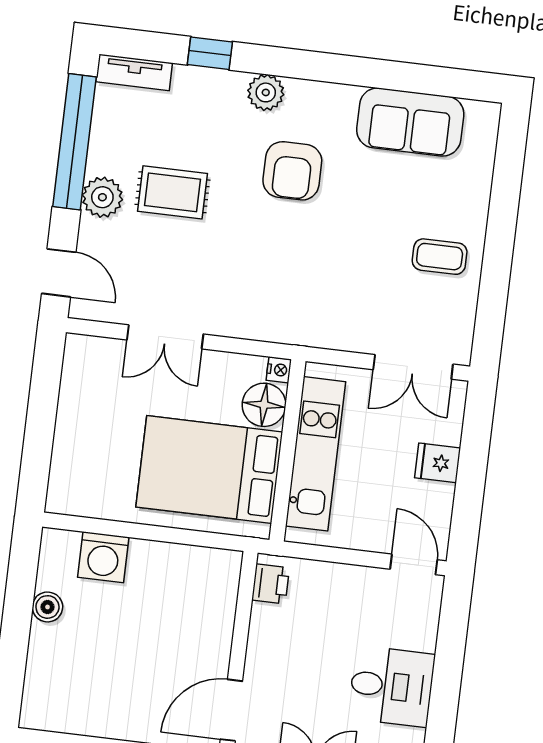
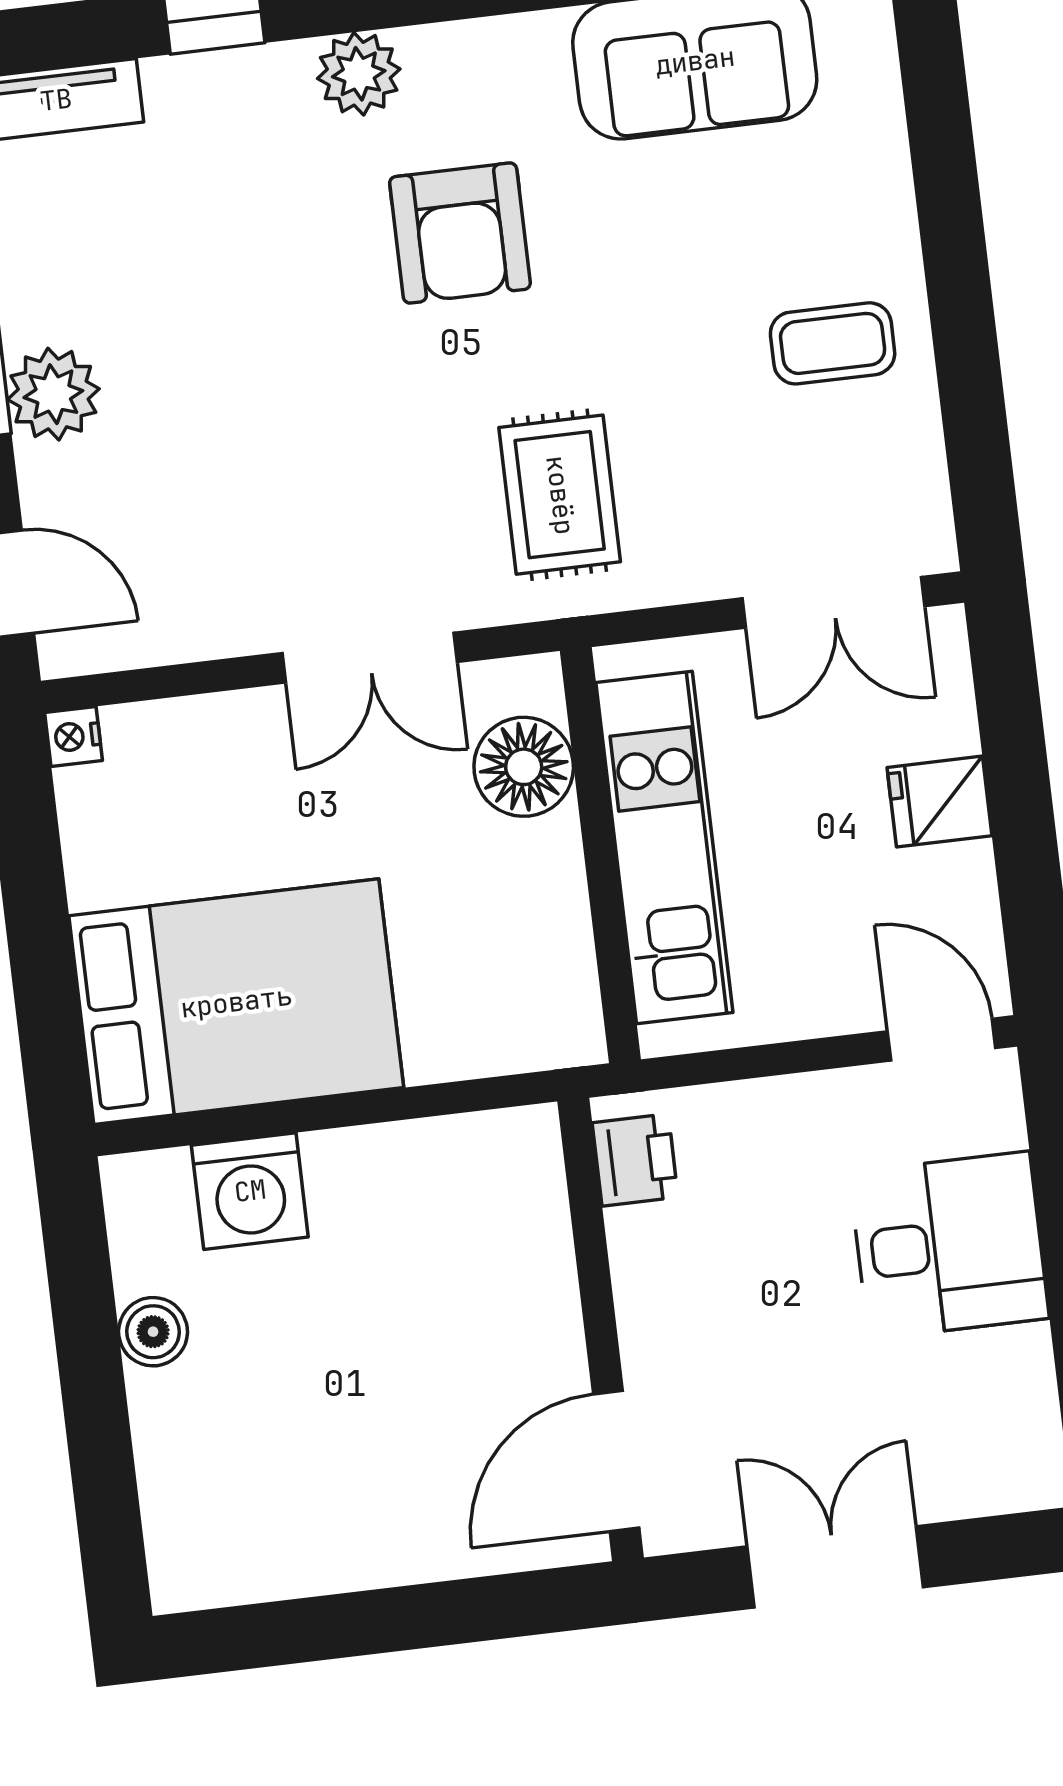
rug: (172, 192) -> (560, 495), moved, turned 90
double door: (165, 337) -> (370, 658), moved
nightstand: (279, 370) -> (73, 737), moved, turned 180
bed: (209, 469) -> (236, 1002), moved, turned 180
desk: (391, 686) -> (949, 1245), moved

